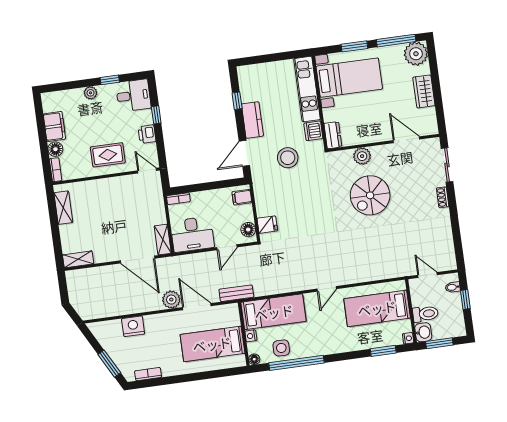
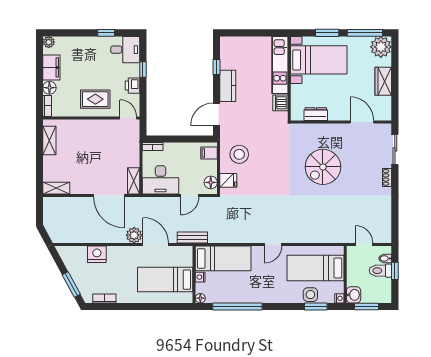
plant: (91, 93) -> (49, 42), moved
dresser: (333, 135) -> (316, 114), moved, turned -90
plant: (362, 156) -> (321, 131), removed
stool: (288, 158) -> (239, 154), moved
toilet: (425, 314) -> (380, 271), moved, turned 180
side table: (281, 348) -> (310, 295), moved

